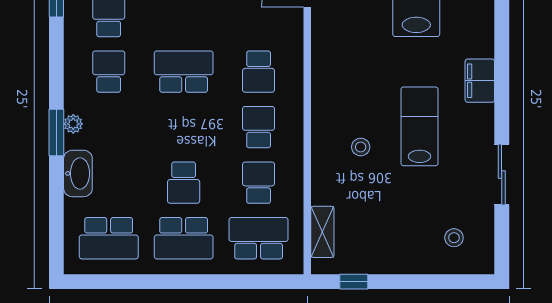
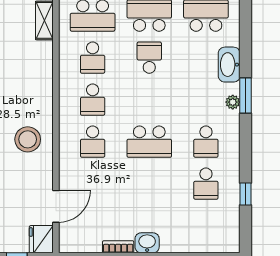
school desk: (259, 72) -> (93, 142), turned 180
stool: (361, 147) -> (28, 139), moved, width x1.89, depth x1.89

